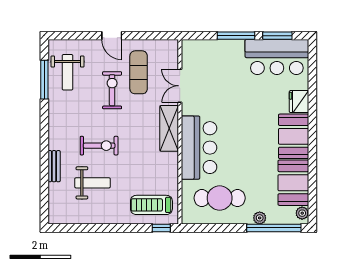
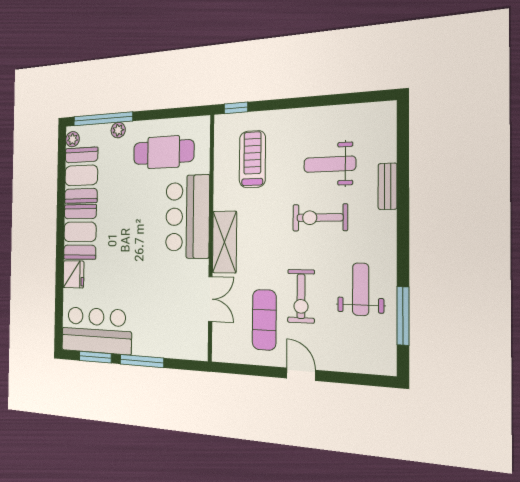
weight bench: (67, 72) -> (361, 289), moved
treadmill: (151, 205) -> (252, 159), moved, turned -90

